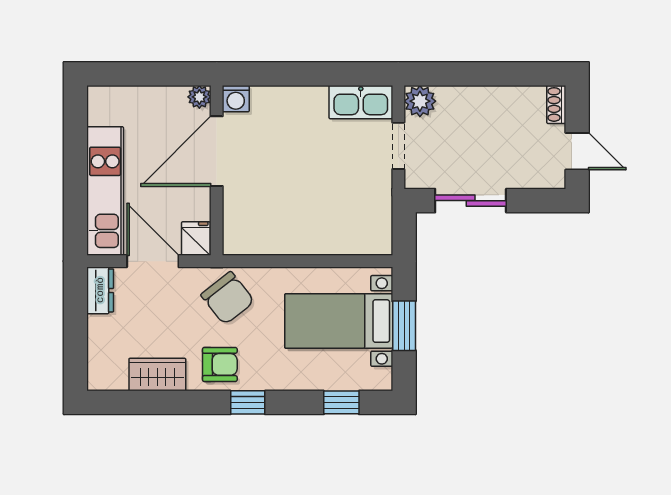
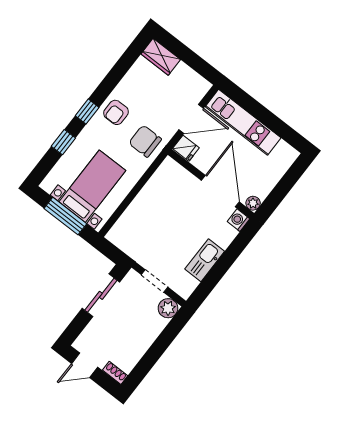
kitchen sink: (361, 102) -> (205, 260), moved
dresser: (100, 290) -> (197, 82), removed
chair: (228, 298) -> (145, 141), turned 38
window: (404, 326) -> (65, 216), width x1.44
wardrobe: (157, 375) -> (161, 57), moved, turned 90
window: (341, 402) -> (63, 142), moved

